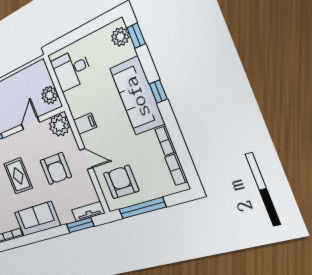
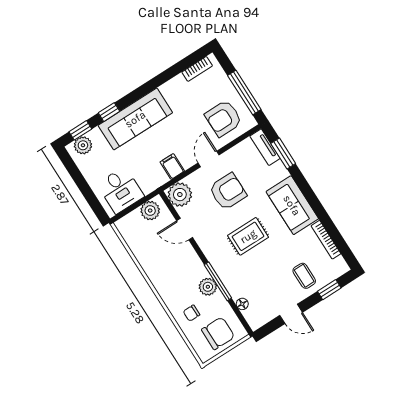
window: (158, 92) -> (109, 112), moved
bookcase: (165, 141) -> (172, 84), removed

